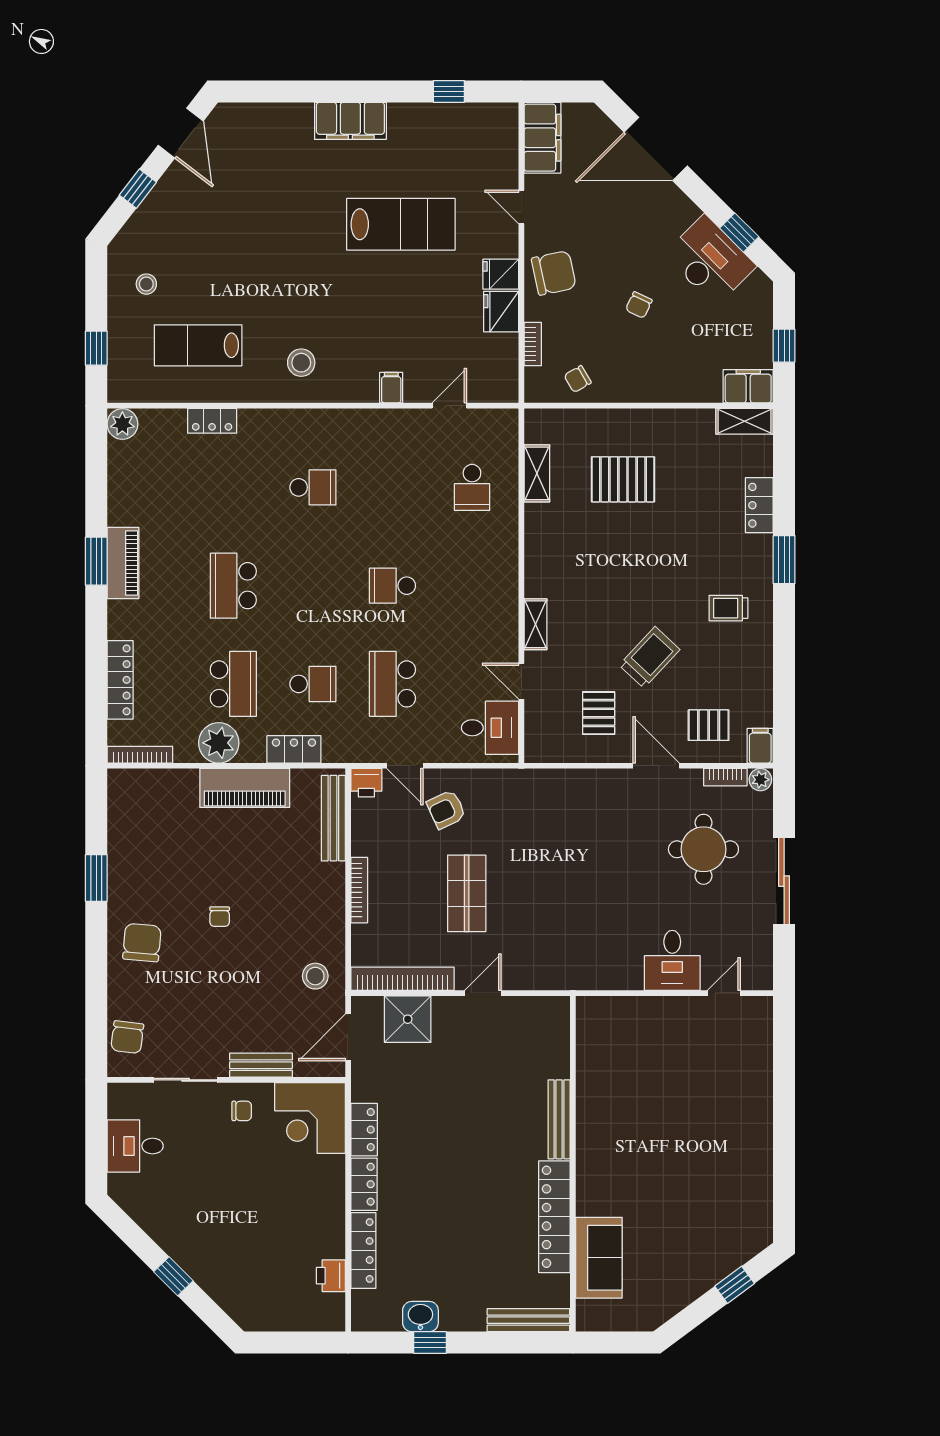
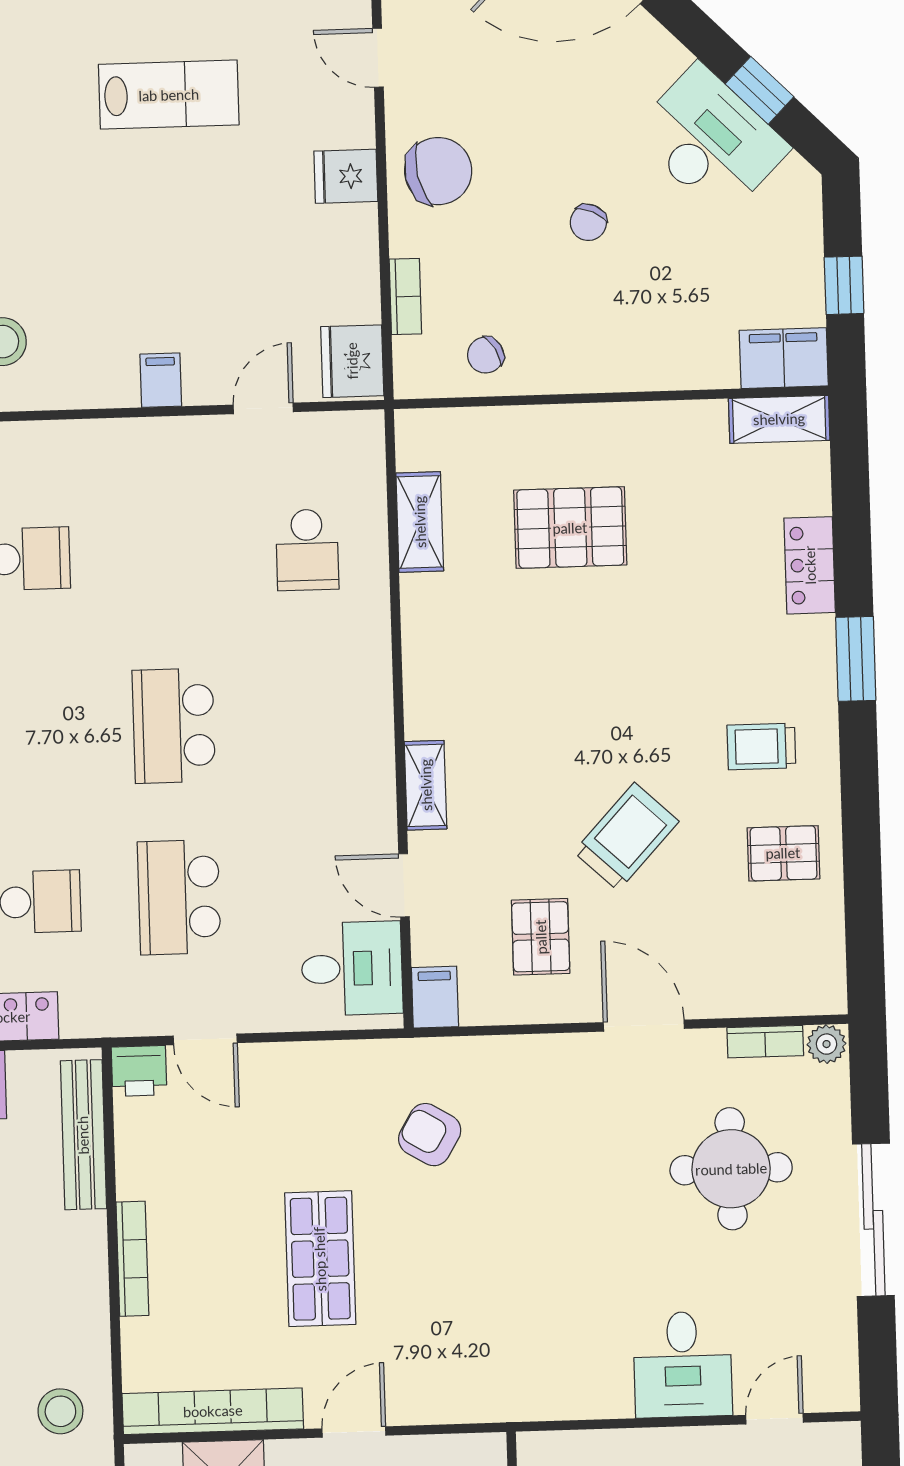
lab bench: (401, 224) -> (169, 95), width x0.73, depth x0.72
fridge: (501, 312) -> (352, 361), moved
school desk: (392, 586) -> (174, 726), width x1.85
pallet: (709, 725) -> (783, 853), moved
filing cabinet: (760, 746) -> (435, 997), moved
armchair: (446, 809) -> (430, 1135), moved, turned 56

